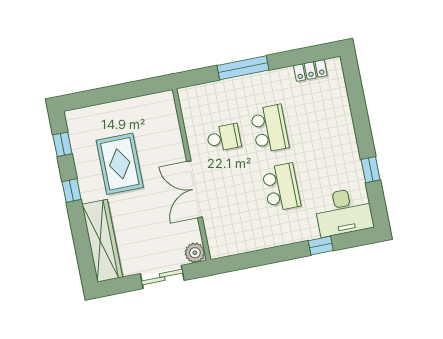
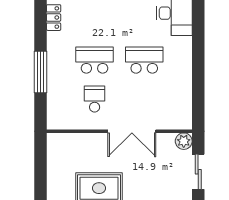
window: (321, 246) -> (198, 37), removed

